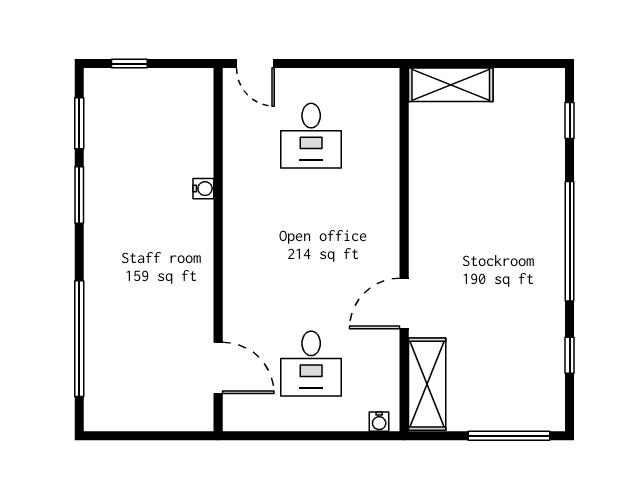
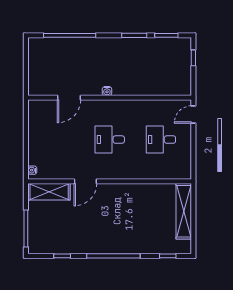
shelving: (451, 85) -> (184, 211), width x1.47
water cooler: (203, 189) -> (107, 91), moved
door: (404, 304) -> (85, 181), swing flipped
desk: (311, 364) -> (110, 140), moved
door: (218, 368) -> (69, 98), moved

